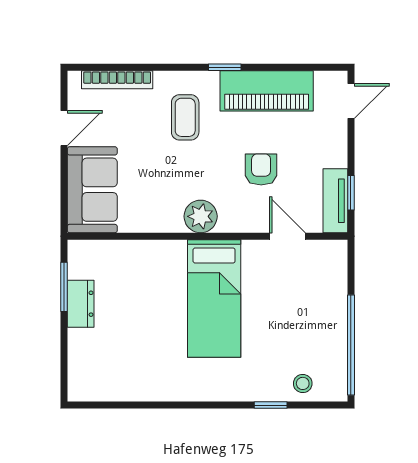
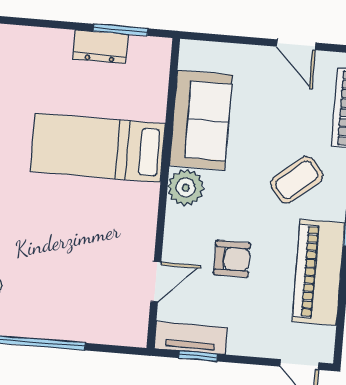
coffee table: (185, 117) -> (297, 180), turned -40
sofa: (92, 190) -> (201, 120), moved, turned -90
bed: (214, 299) -> (98, 148), moved

